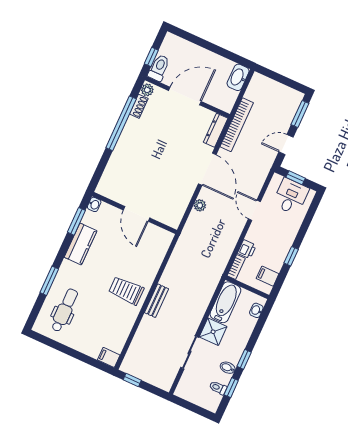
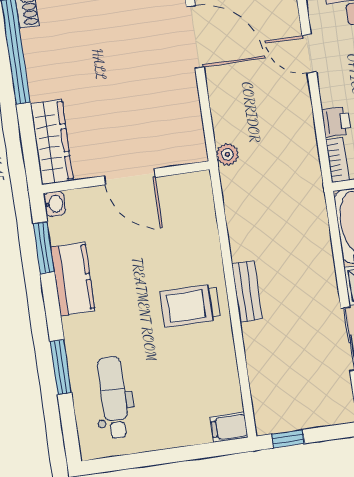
wardrobe: (111, 175) -> (52, 142), added
plant: (200, 205) -> (227, 154), moved

